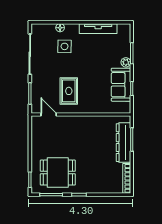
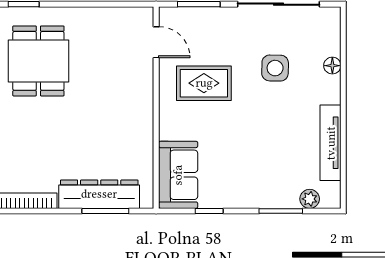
side table: (65, 46) -> (275, 68), moved
plant: (126, 62) -> (310, 199), moved
sofa: (121, 85) -> (178, 175), moved, turned 90
door: (49, 115) -> (156, 42), hinge flipped

